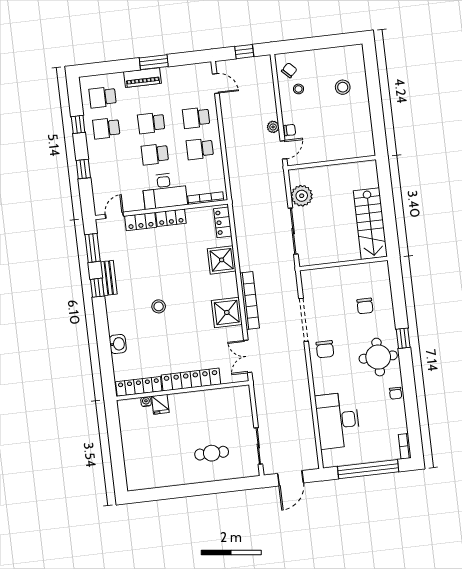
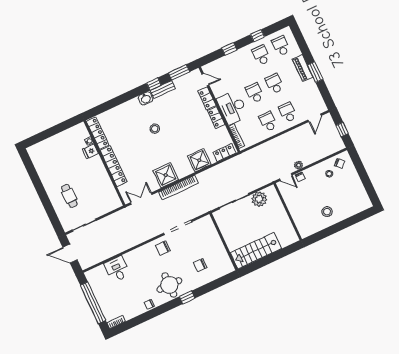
stool: (343, 87) -> (327, 212), moved
washbasin: (118, 344) -> (146, 98), moved
desk: (338, 420) -> (117, 269), width x0.53, depth x0.77

